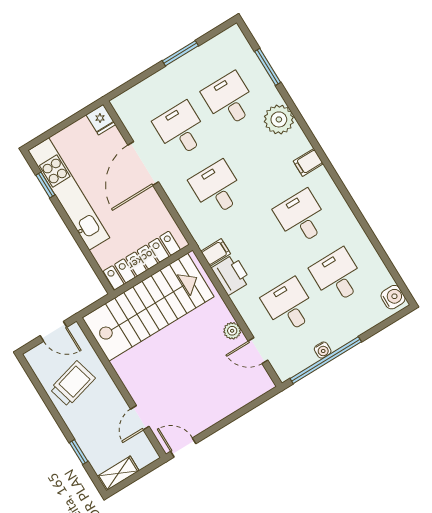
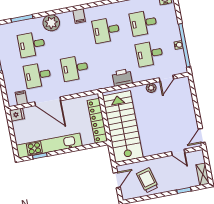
filing cabinet: (216, 252) -> (21, 98), moved

